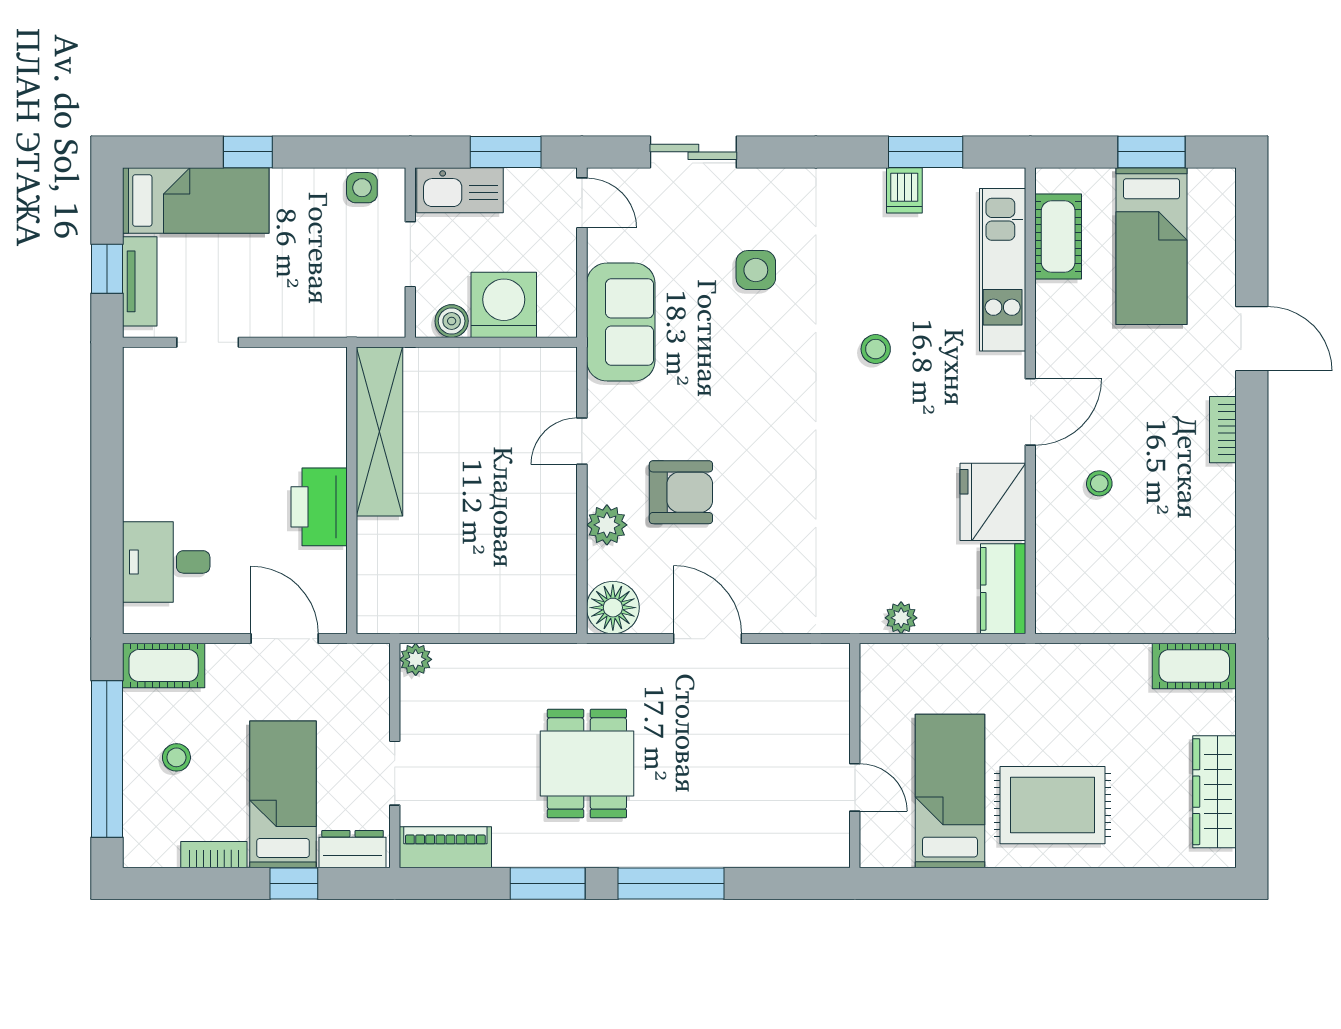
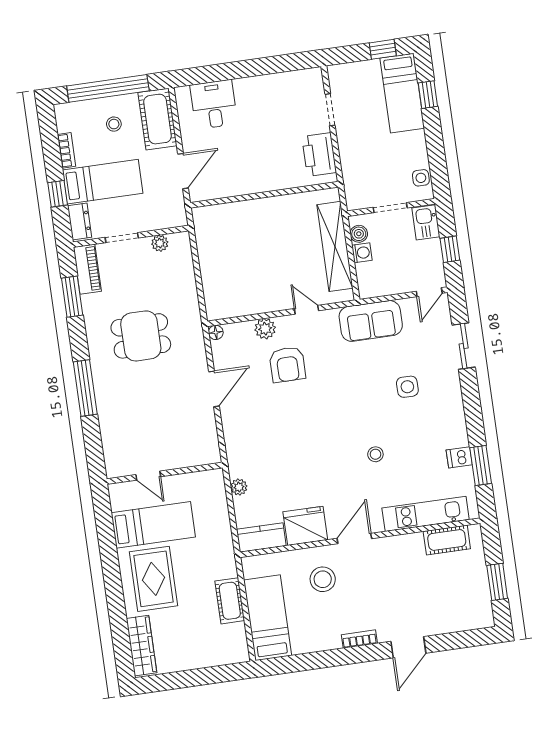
window: (248, 152) -> (428, 95), moved
window: (506, 152) -> (450, 249), width x0.67
kitchen sink: (460, 190) -> (426, 222), width x0.73
bed: (1152, 246) -> (268, 618), moved, turned 90
window: (107, 269) -> (383, 49), moved
tv unit: (140, 281) -> (356, 70), removed
washing machine: (504, 305) -> (362, 253), width x0.53, depth x0.53
door: (1030, 412) -> (354, 539), swing flipped
shelving: (380, 432) -> (335, 246), moved, turned 90
stool: (1099, 483) -> (323, 579), width x1.89, depth x1.89
printer: (319, 507) -> (319, 154), moved, turned -90
floor lamp: (613, 608) -> (216, 332), width x0.53, depth x0.53
plant: (416, 659) -> (160, 243), moved
cot: (164, 666) -> (157, 119), width x1.37, depth x1.34
cot: (1194, 666) -> (230, 601), moved
door: (855, 787) -> (148, 476), hinge flipped
wardrobe: (1214, 792) -> (141, 646), moved, turned 90
window: (548, 883) -> (72, 297), moved

